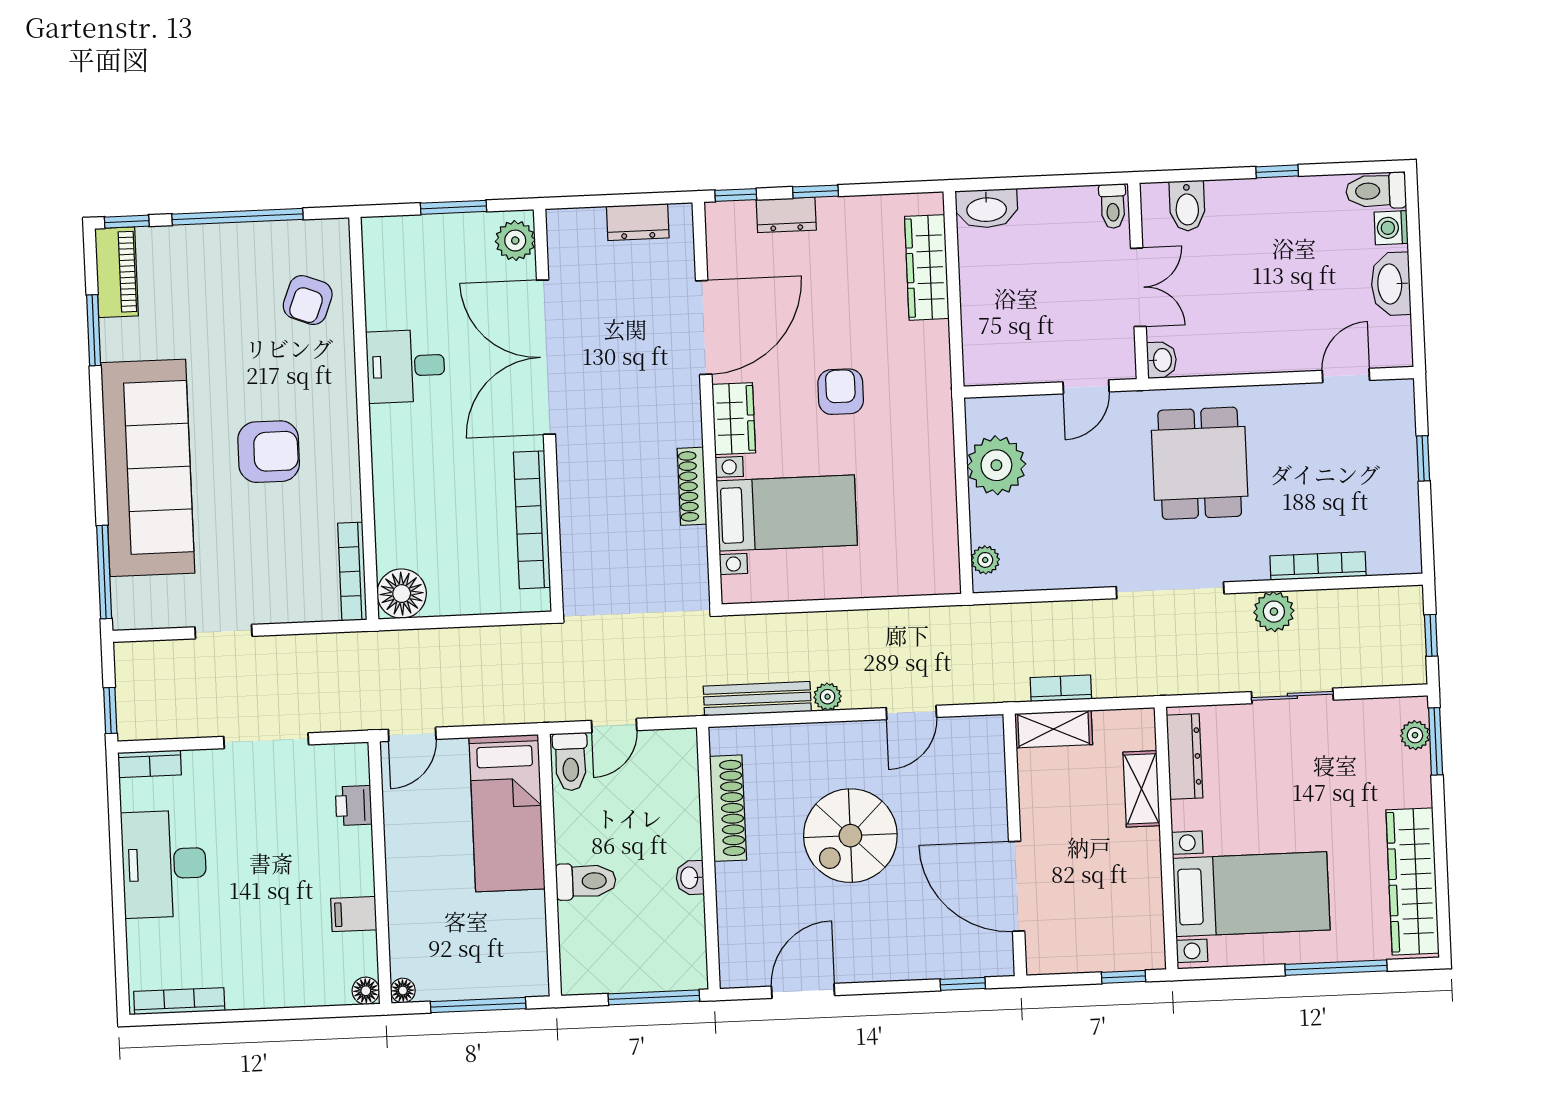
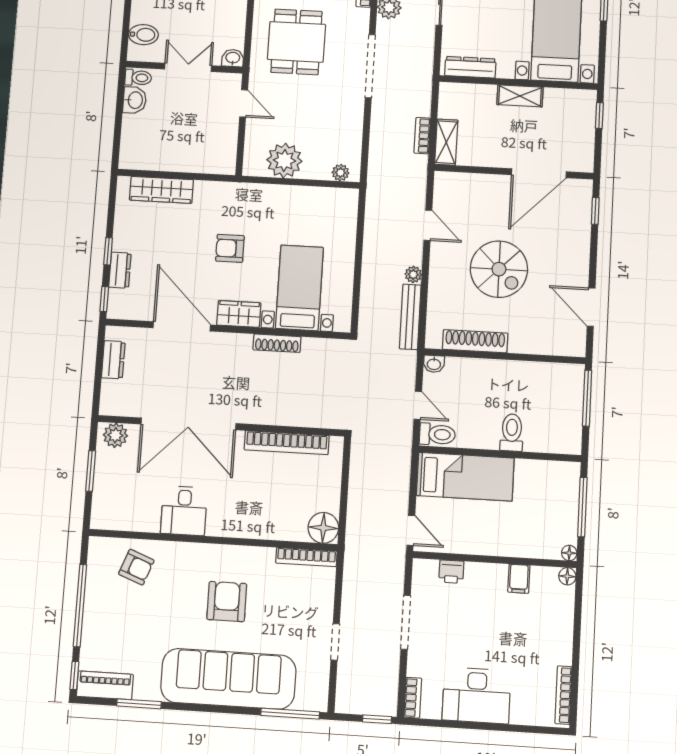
washbasin: (987, 209) -> (135, 100), moved, width x0.72
dining table: (1200, 463) -> (296, 42), turned 90
shelving: (1142, 789) -> (520, 96), moved
washbasin: (690, 878) -> (434, 364), moved

